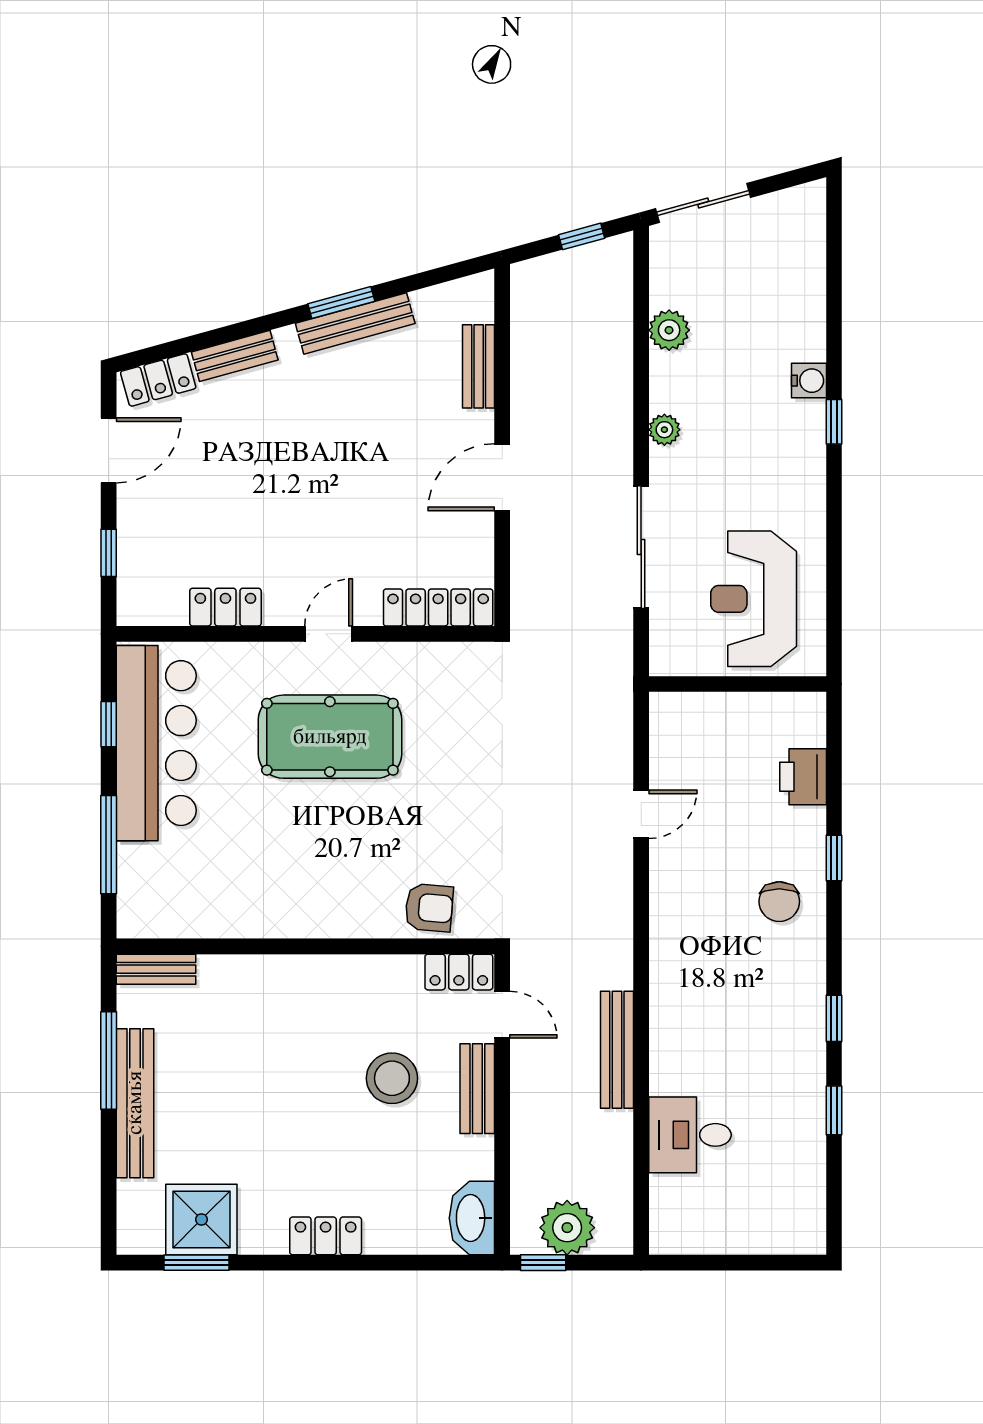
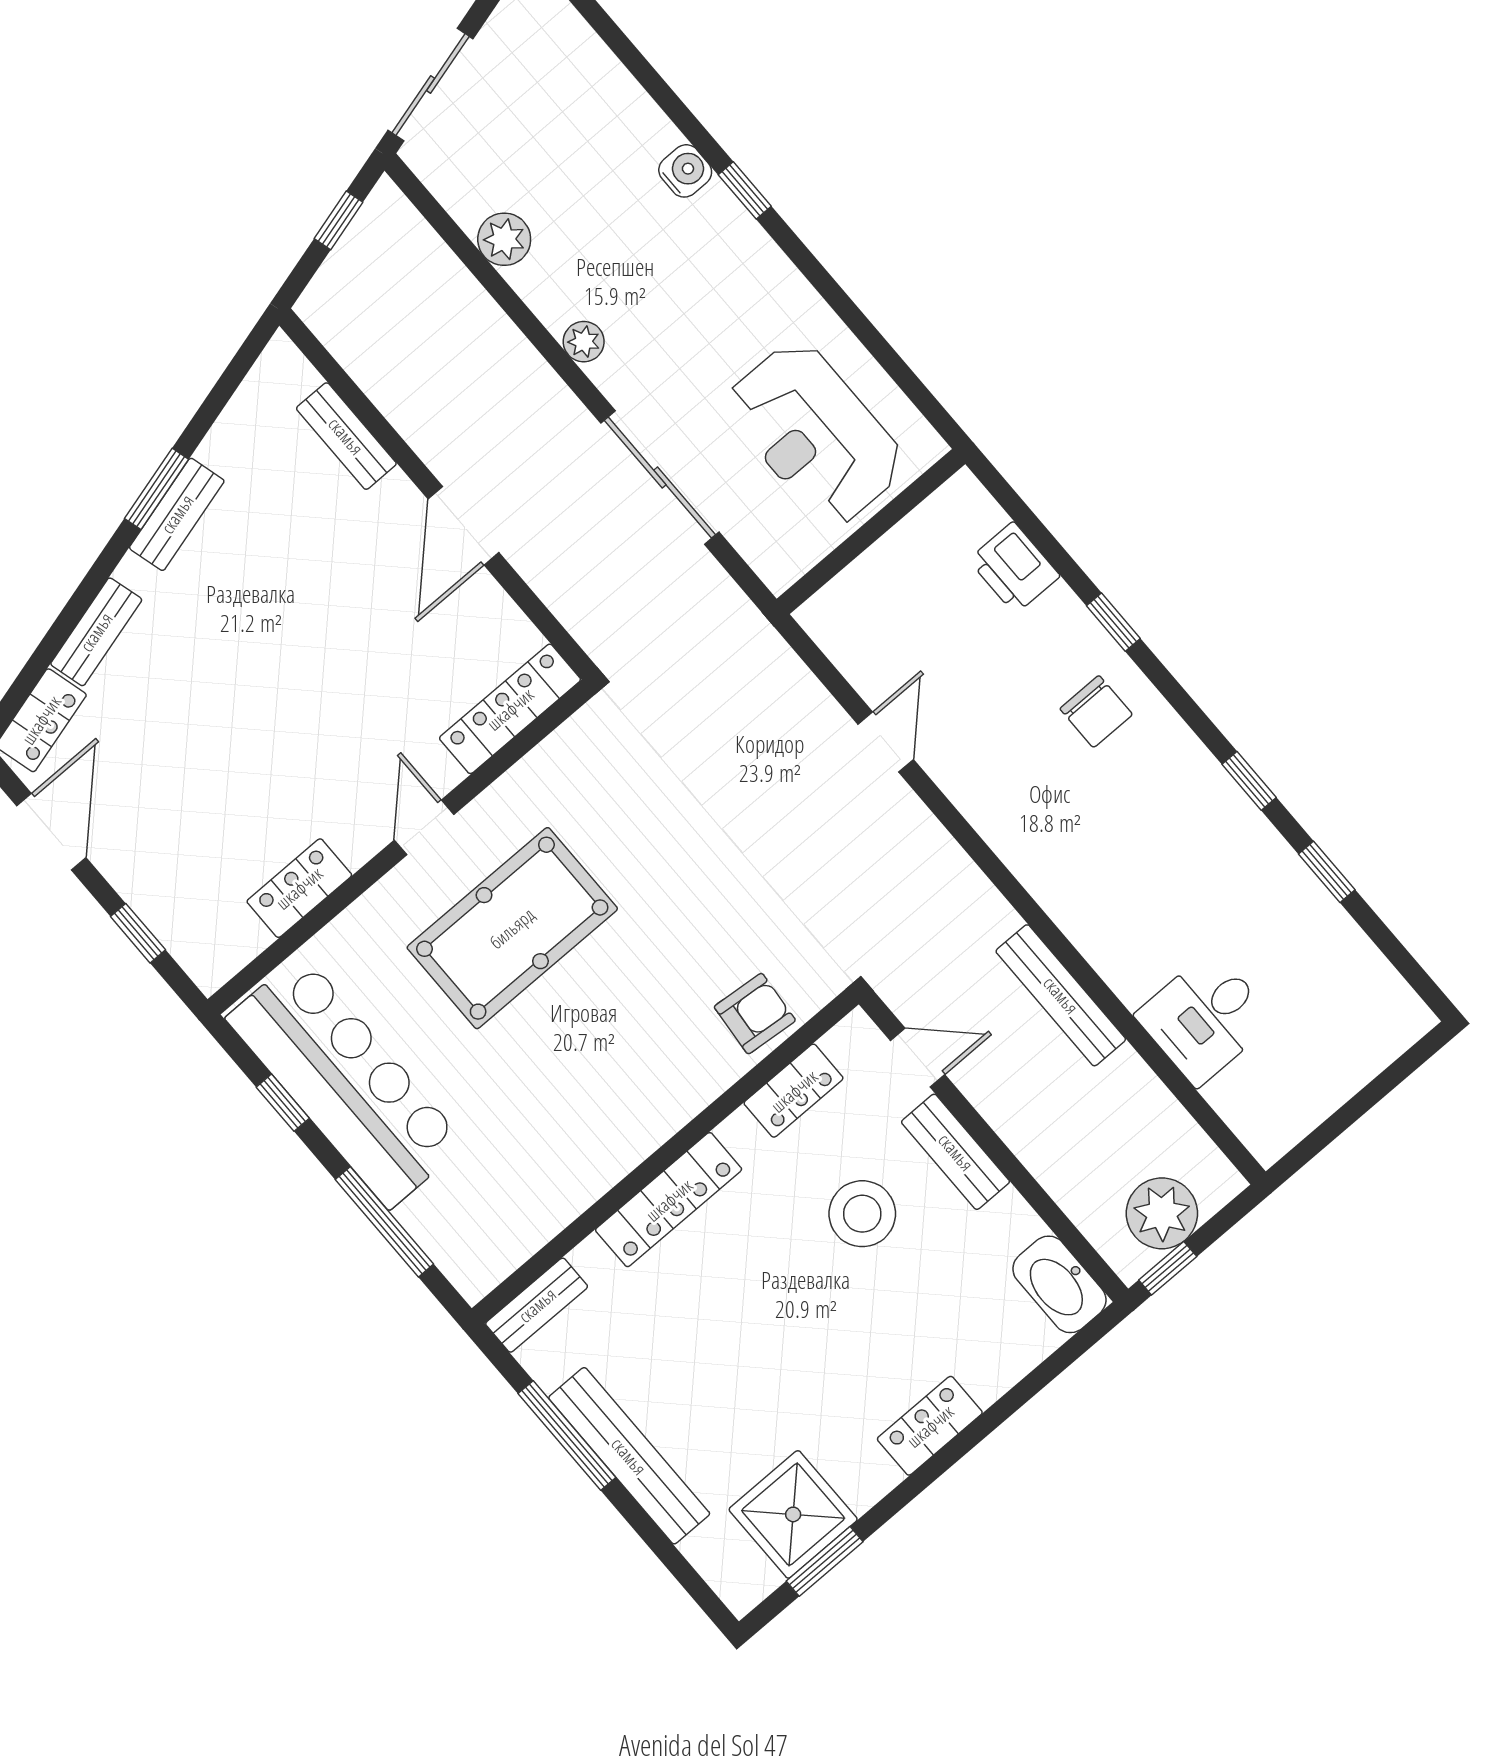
bench: (355, 323) -> (177, 514), width x0.73
locker: (459, 972) -> (794, 1091), moved
locker: (286, 973) -> (669, 1200), added

